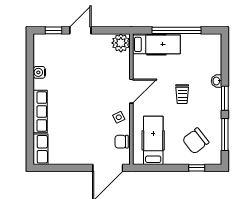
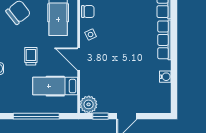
window: (54, 30) -> (101, 116), moved
hospital bed: (156, 44) -> (55, 86), moved
door: (131, 91) -> (79, 59), hinge flipped

